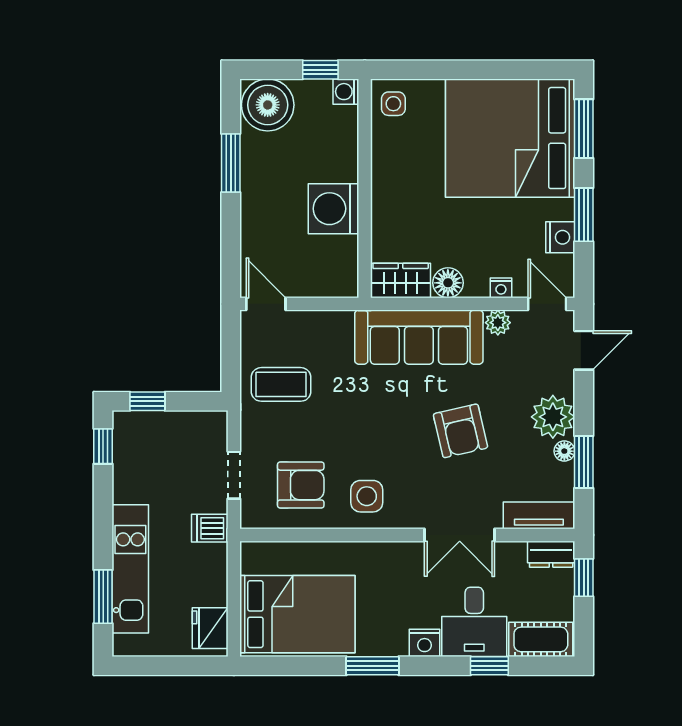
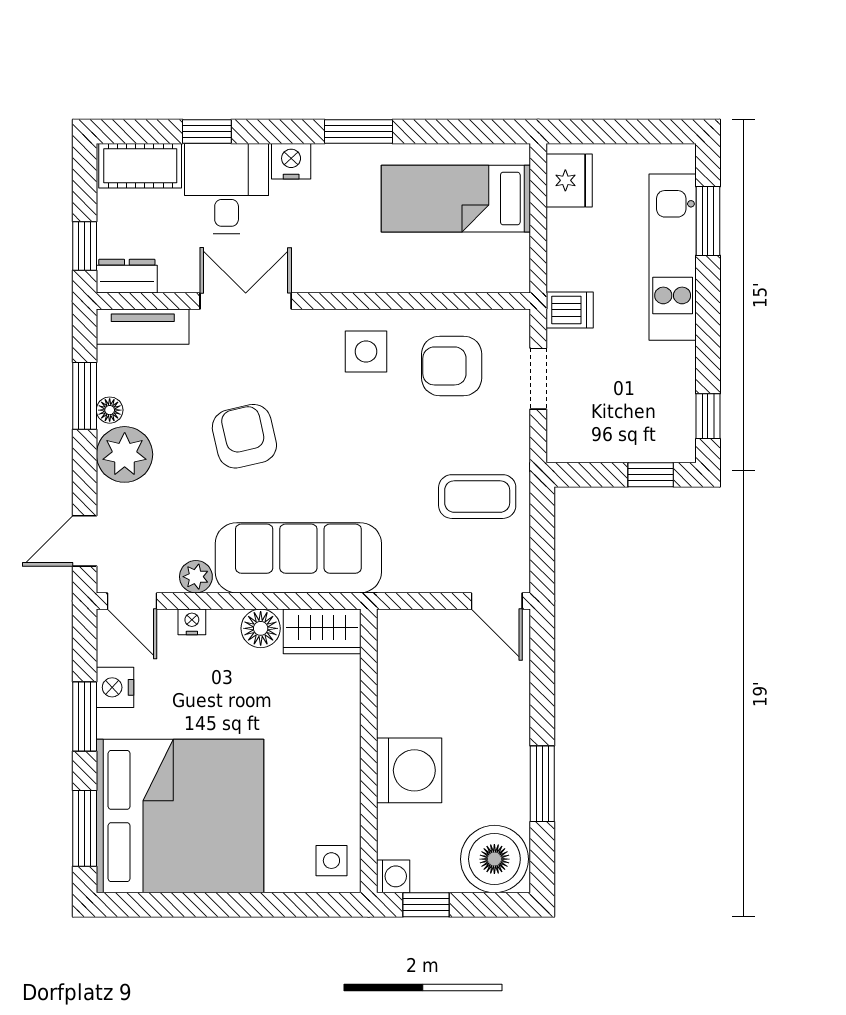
washing machine: (333, 209) -> (409, 770), moved
bed: (297, 614) -> (456, 199), width x0.67

